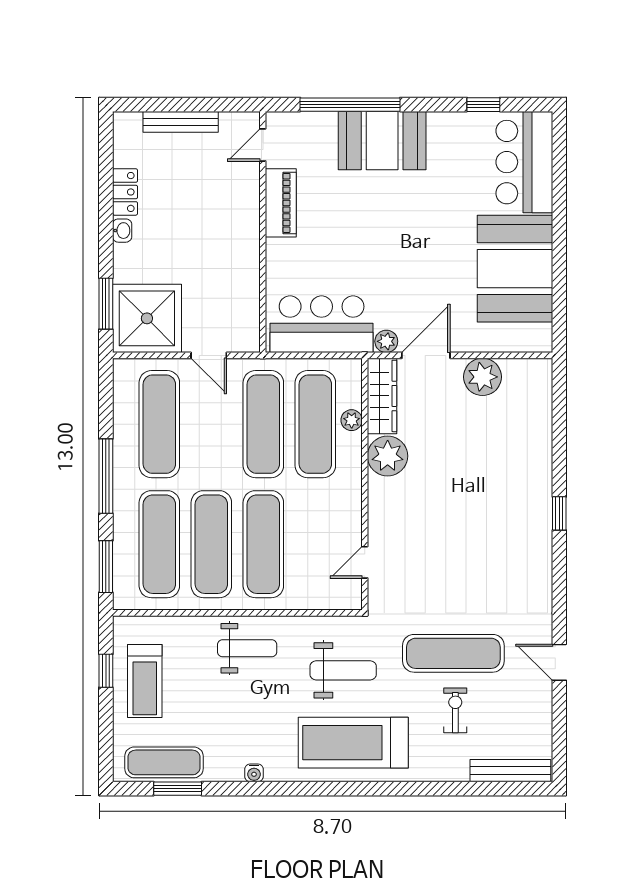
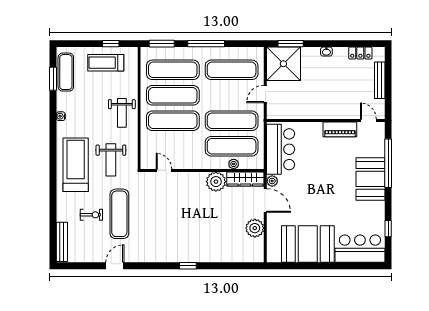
locker: (125, 192) -> (360, 53), moved

